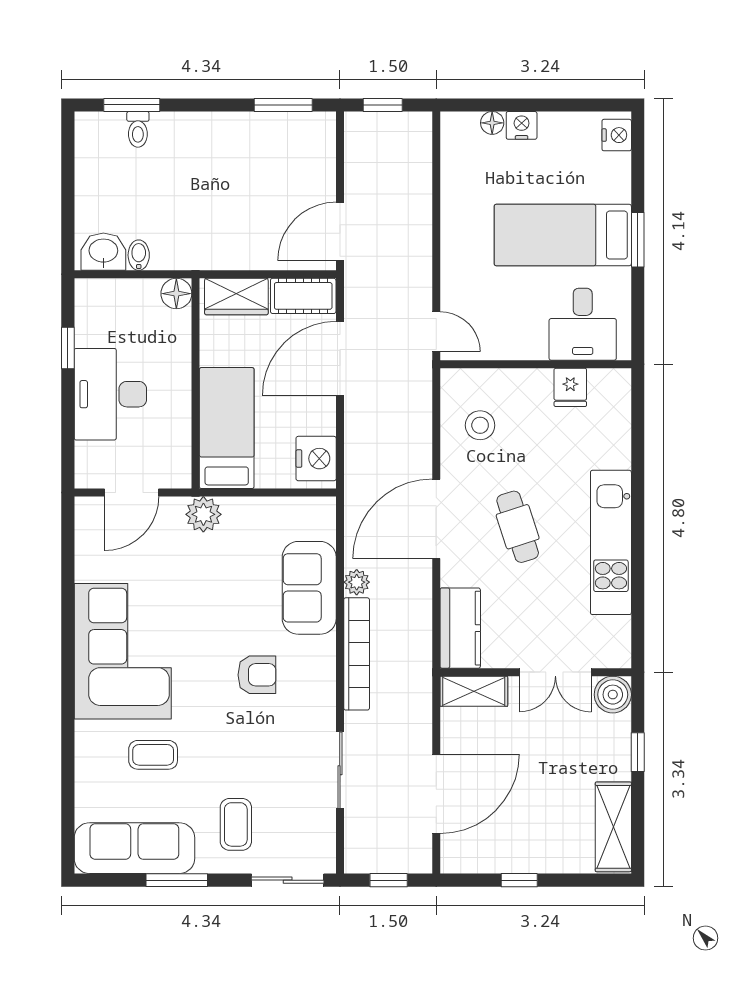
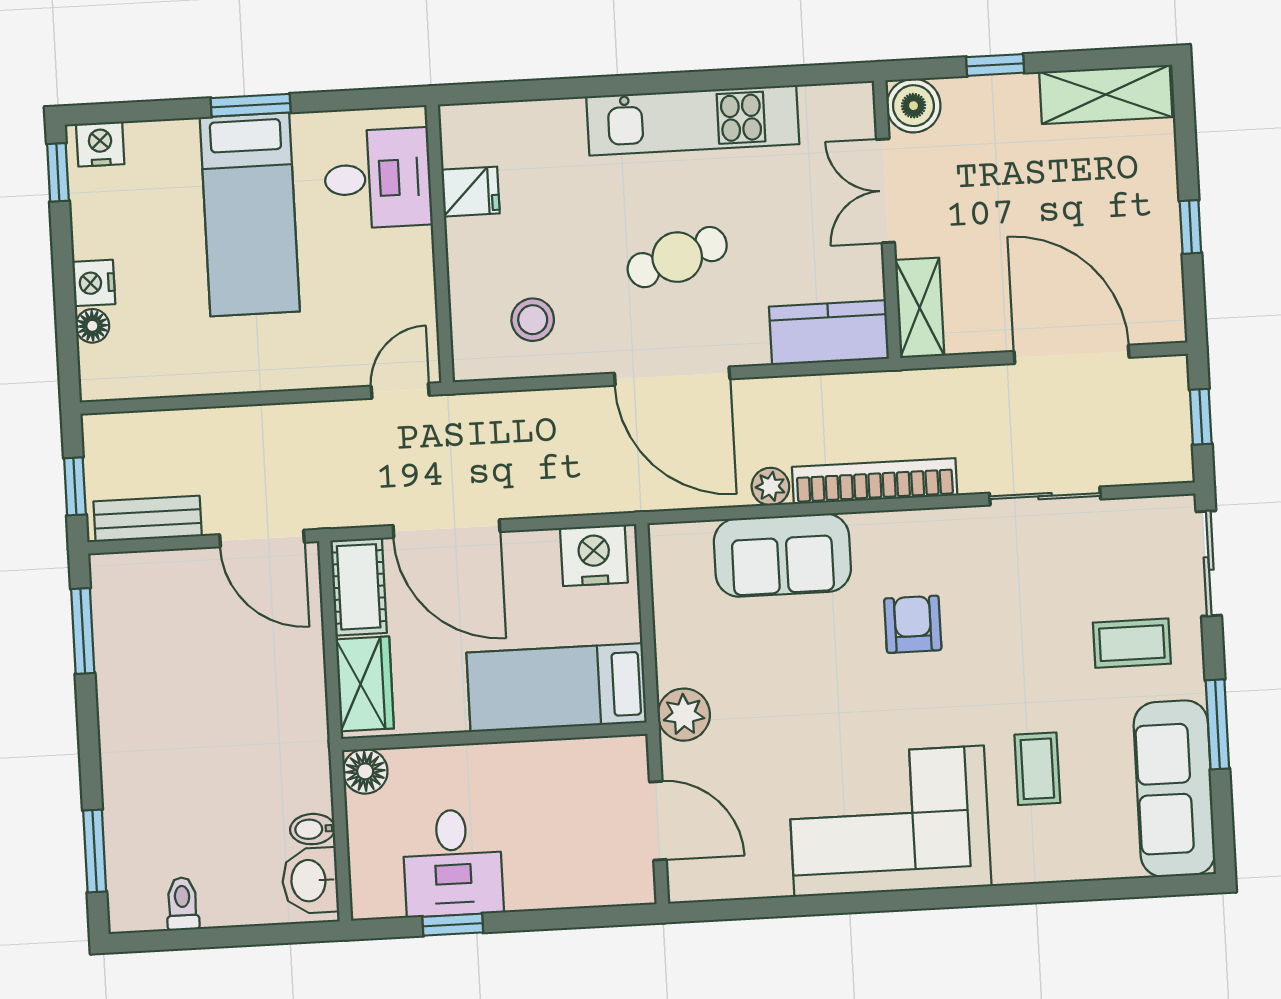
window: (599, 105) -> (58, 172), added
toilet: (138, 129) -> (182, 904), moved, turned -90
bench: (358, 154) -> (148, 519), added
desk: (110, 394) -> (453, 863), moved, width x0.73
double door: (555, 672) -> (886, 191), swing flipped

